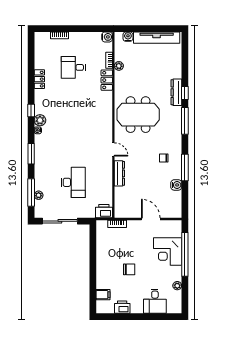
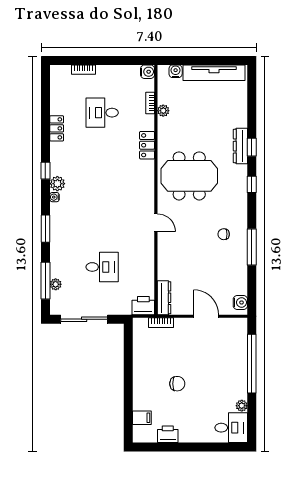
locker: (107, 80) -> (147, 145), moved
window: (185, 121) -> (252, 184), width x0.46
dresser: (119, 173) -> (164, 298), moved
desk: (73, 182) -> (102, 267), width x0.73
water cooler: (176, 185) -> (240, 302), moved
corner desk: (168, 251) -> (229, 360), removed
desk: (155, 301) -> (231, 428), moved, turned -90

